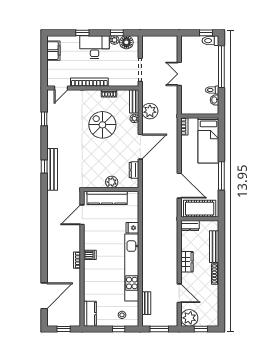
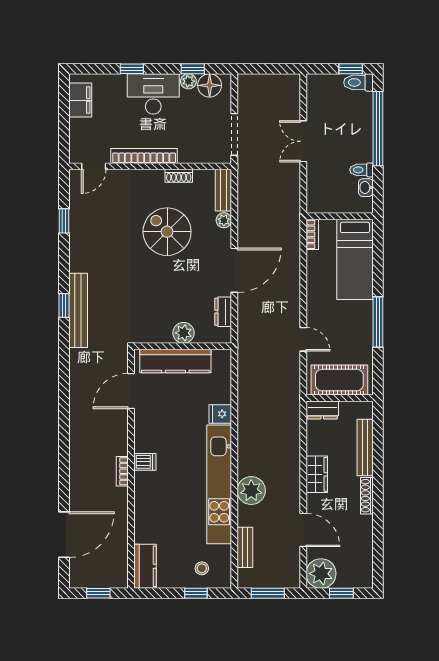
plant: (150, 111) -> (251, 491), moved
door: (179, 186) -> (303, 339), width x0.53

